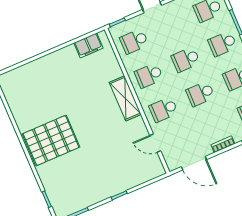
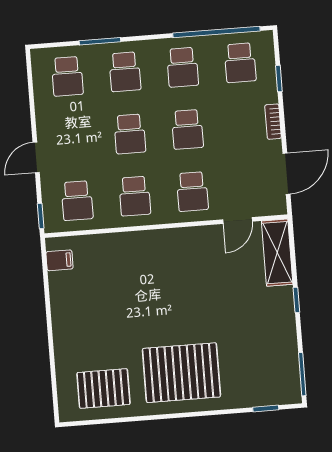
filing cabinet: (88, 45) -> (59, 260), width x0.50
pallet: (25, 96) -> (103, 388), added
shelving: (125, 98) -> (277, 253), moved, turned 90
pallet: (51, 140) -> (181, 373), turned 90

